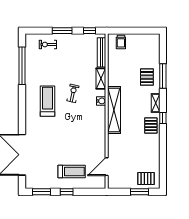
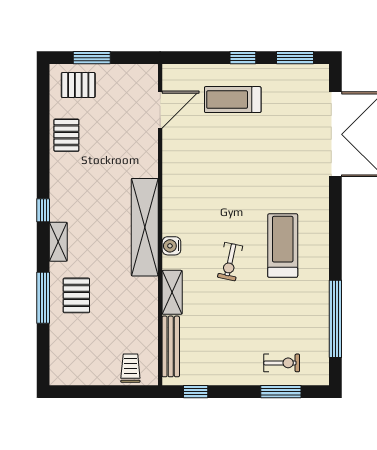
window: (62, 31) -> (281, 392), moved
treadmill: (47, 101) -> (283, 246), turned 180
pallet: (151, 125) -> (66, 135), moved

